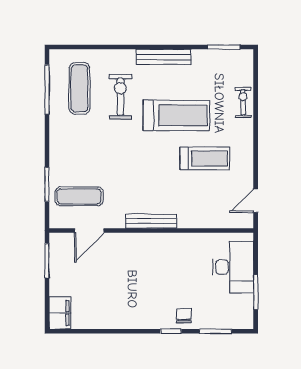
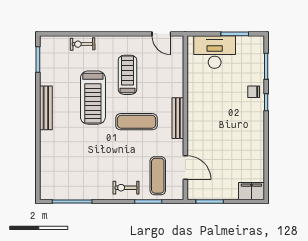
exercise mat: (79, 88) -> (136, 122), moved
exercise bike: (120, 97) -> (126, 188), moved, width x0.73, depth x0.72
treadmill: (176, 115) -> (93, 98), turned 180

